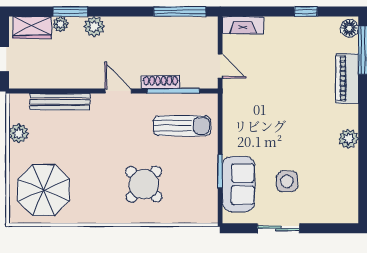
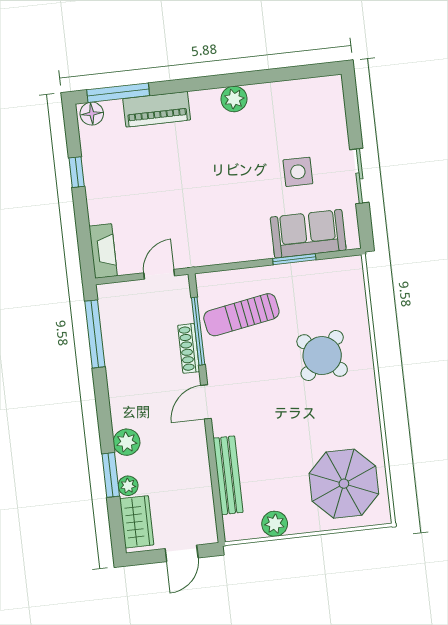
sun lounger: (182, 126) -> (241, 315), turned -100

